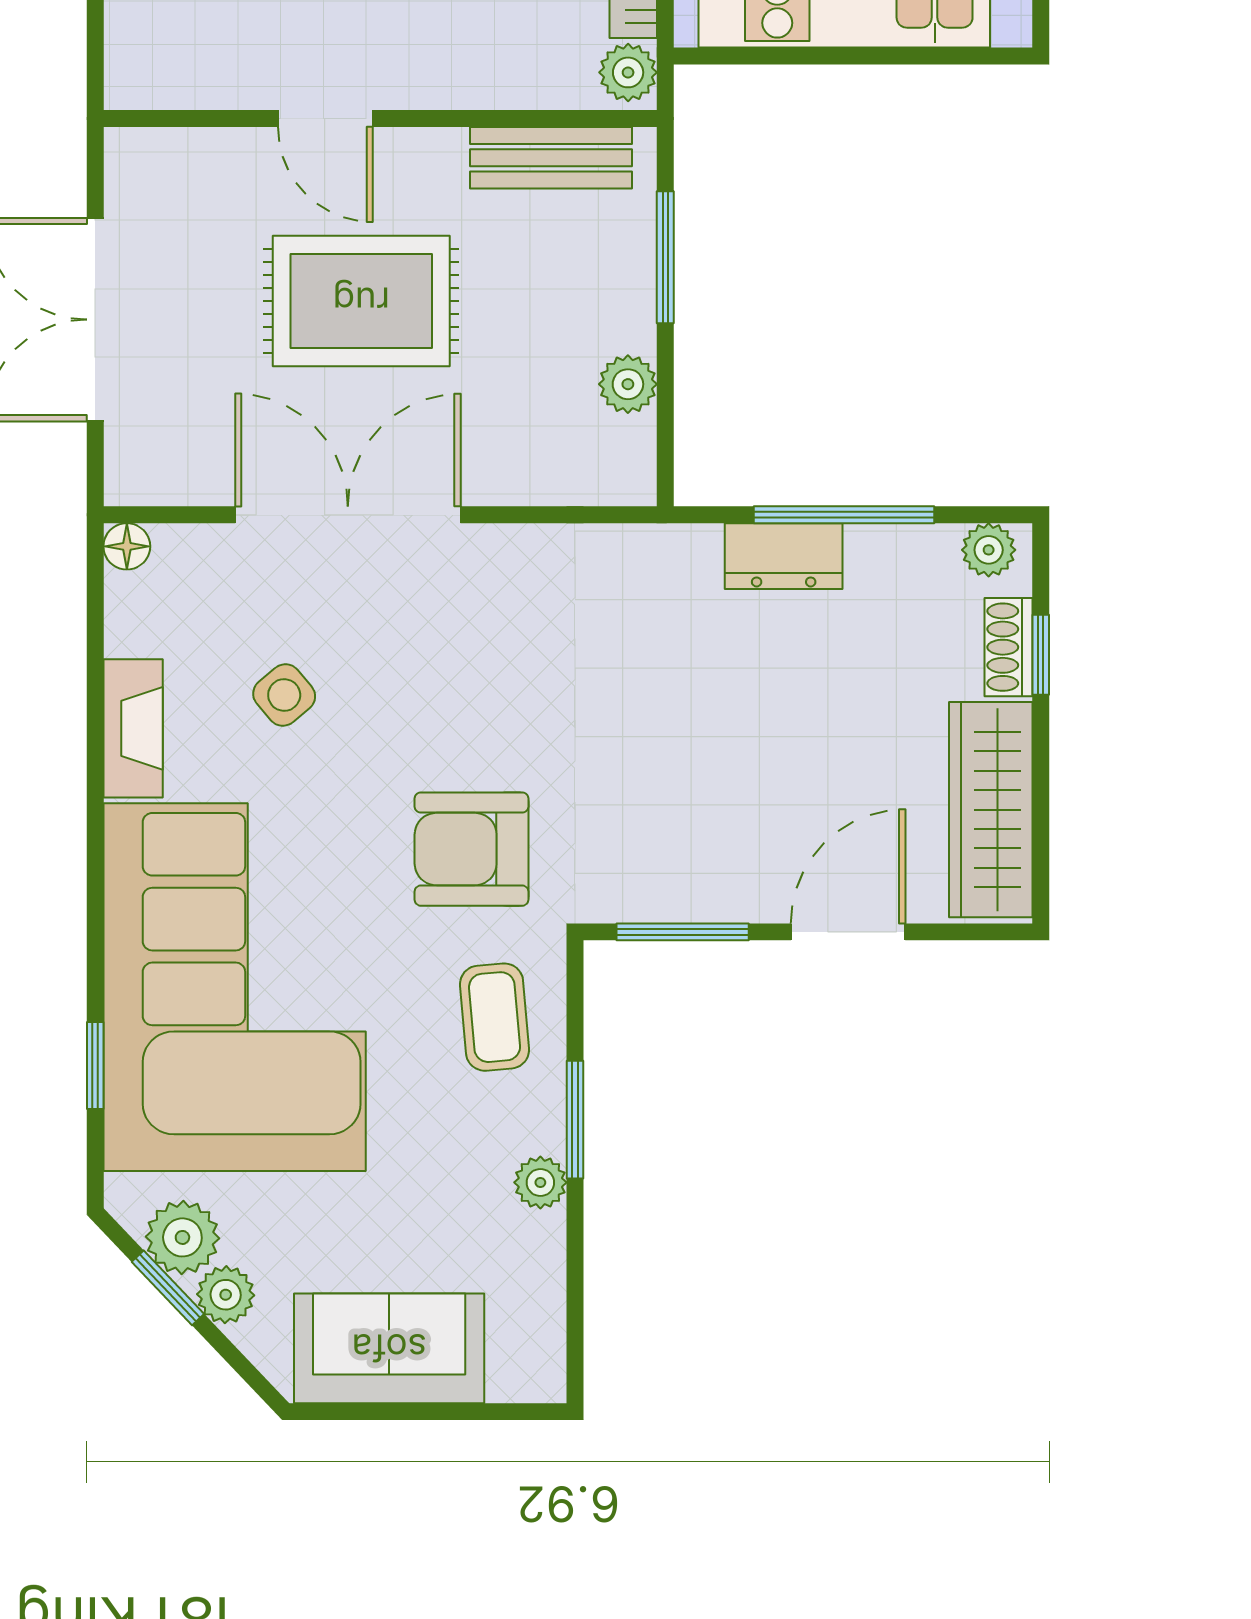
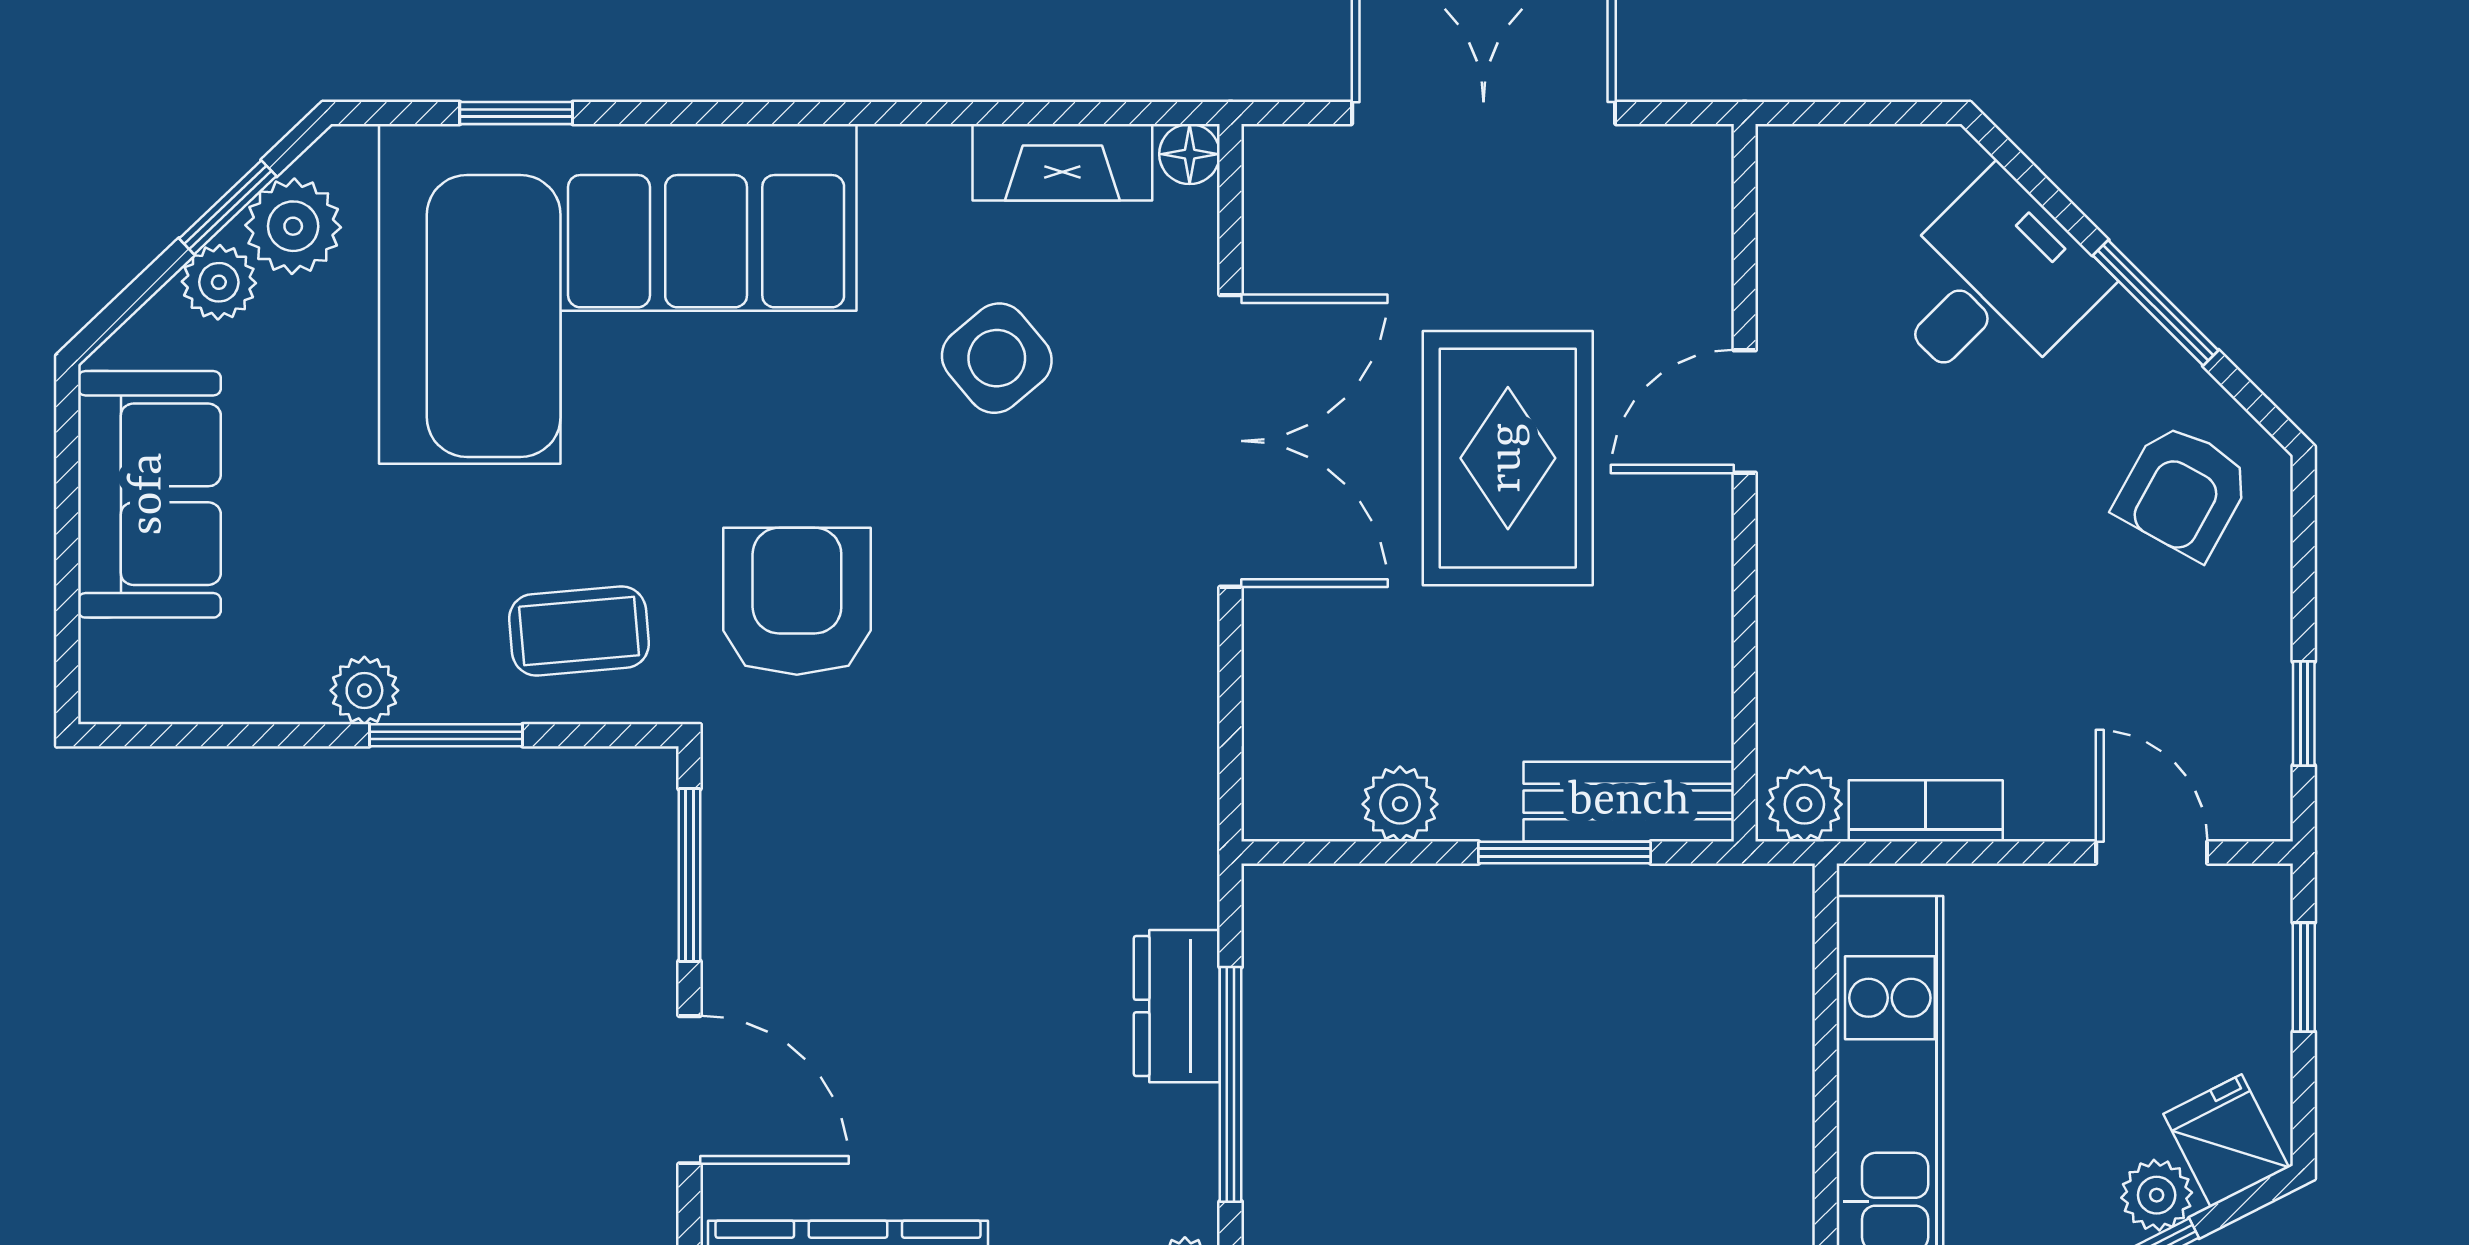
bench: (551, 158) -> (1629, 802), moved, turned 90
side table: (284, 695) -> (997, 358), width x1.37, depth x1.37
fireplace: (133, 728) -> (1062, 162), moved

